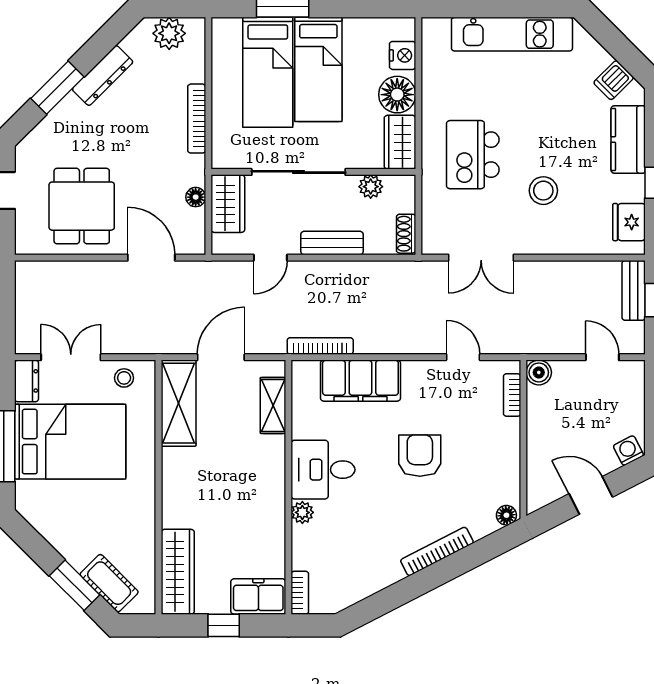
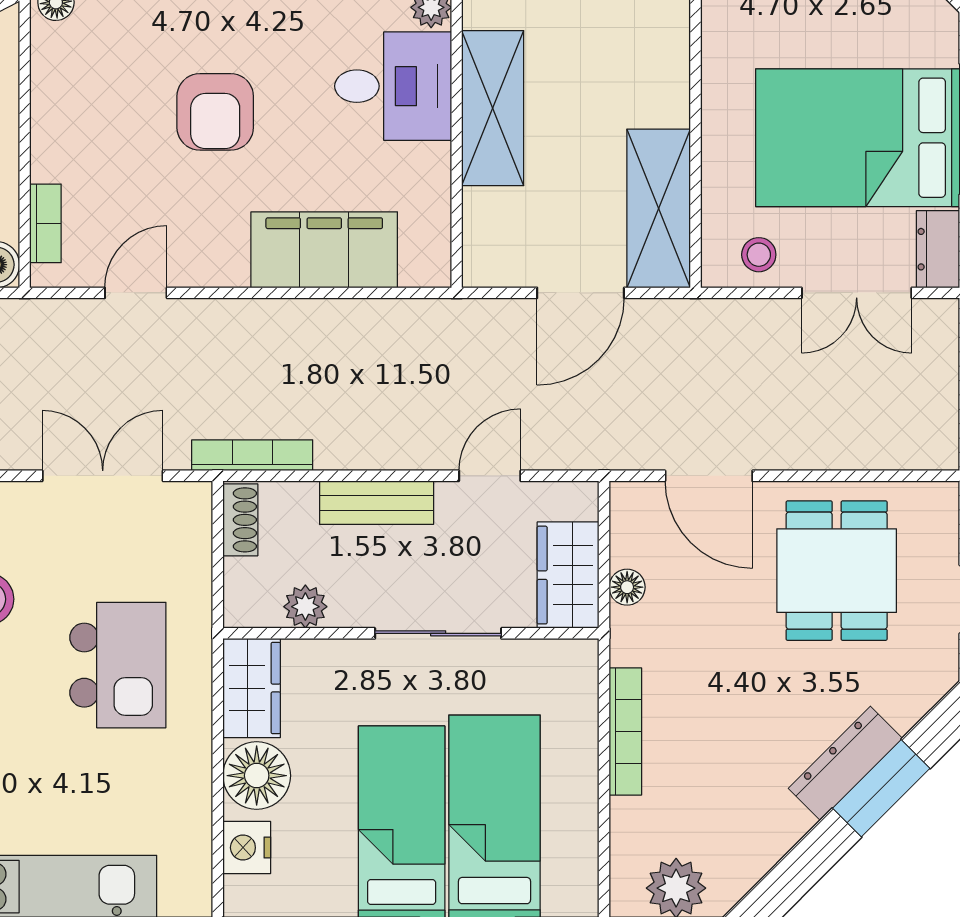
dresser: (103, 76) -> (845, 763), moved
sliding door: (298, 172) -> (438, 633), width x0.73
bookcase: (320, 346) -> (252, 455), moved, turned 180
door: (463, 357) -> (136, 293), swing flipped
shelving: (273, 405) -> (493, 108), moved, width x1.50, depth x1.33

